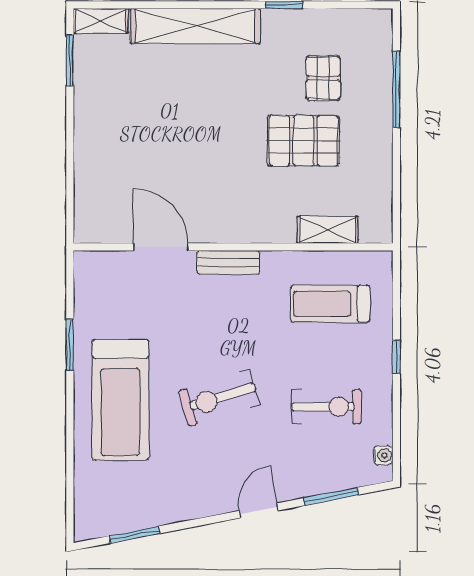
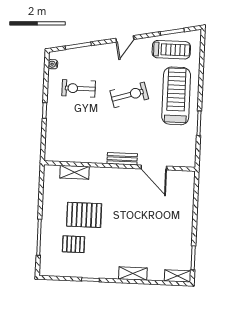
shelving: (195, 26) -> (133, 274), width x0.45, depth x0.75
pallet: (323, 78) -> (73, 244), turned 90
treadmill: (330, 304) -> (171, 50), moved
door: (259, 511) -> (125, 39), moved

